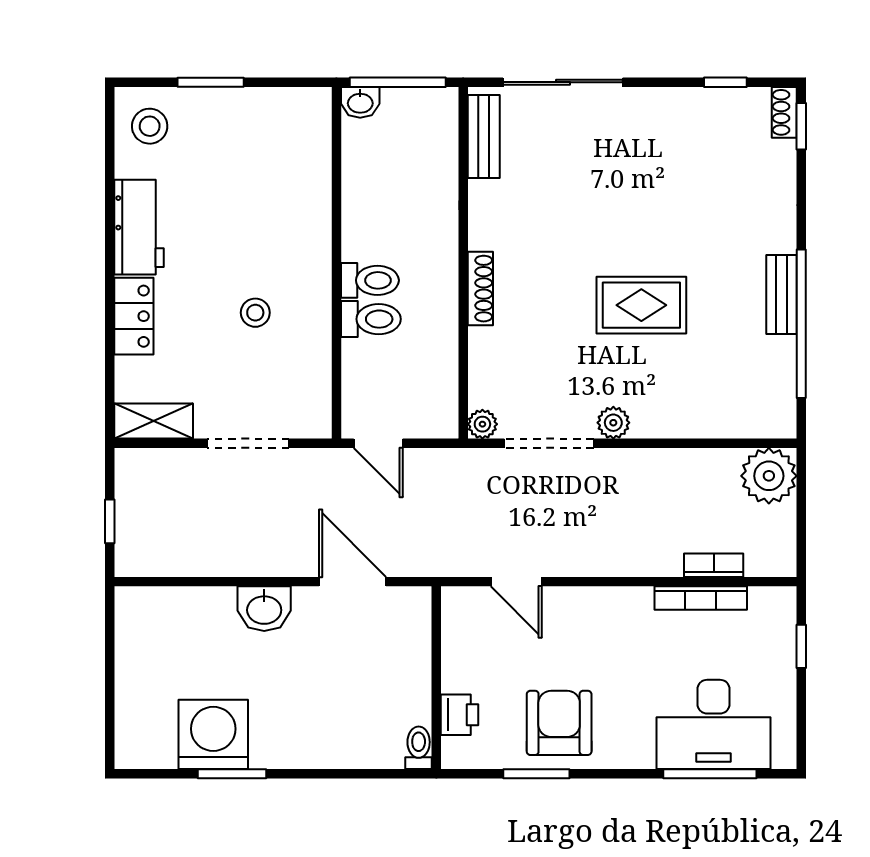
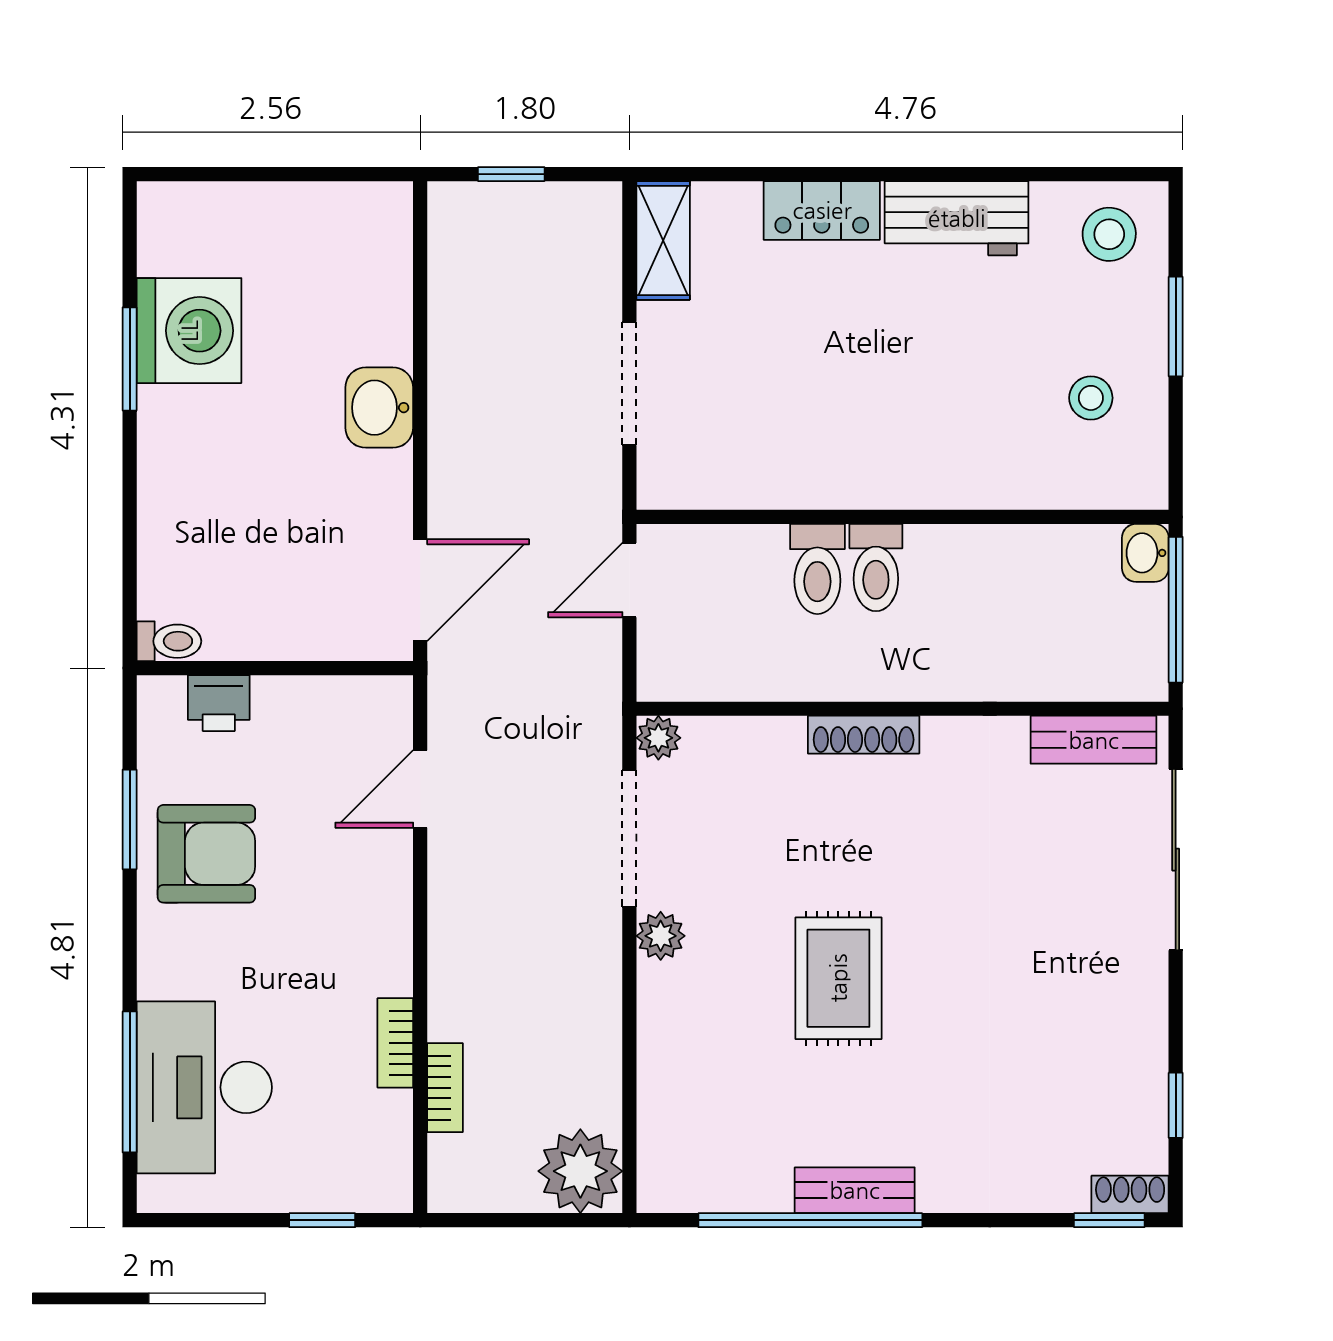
stool: (255, 313) -> (1091, 398), moved
door: (353, 582) -> (420, 590), moved
bookcase: (701, 598) -> (395, 1043), width x0.64

